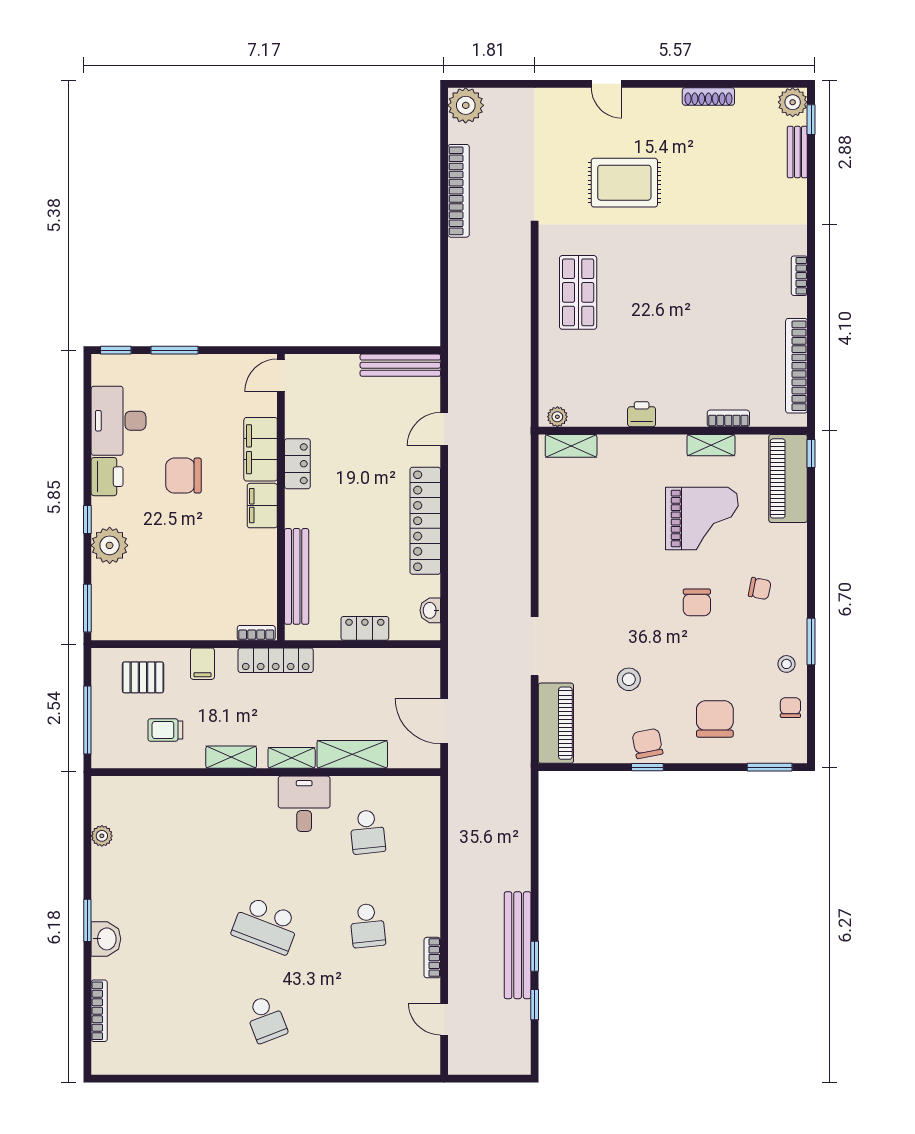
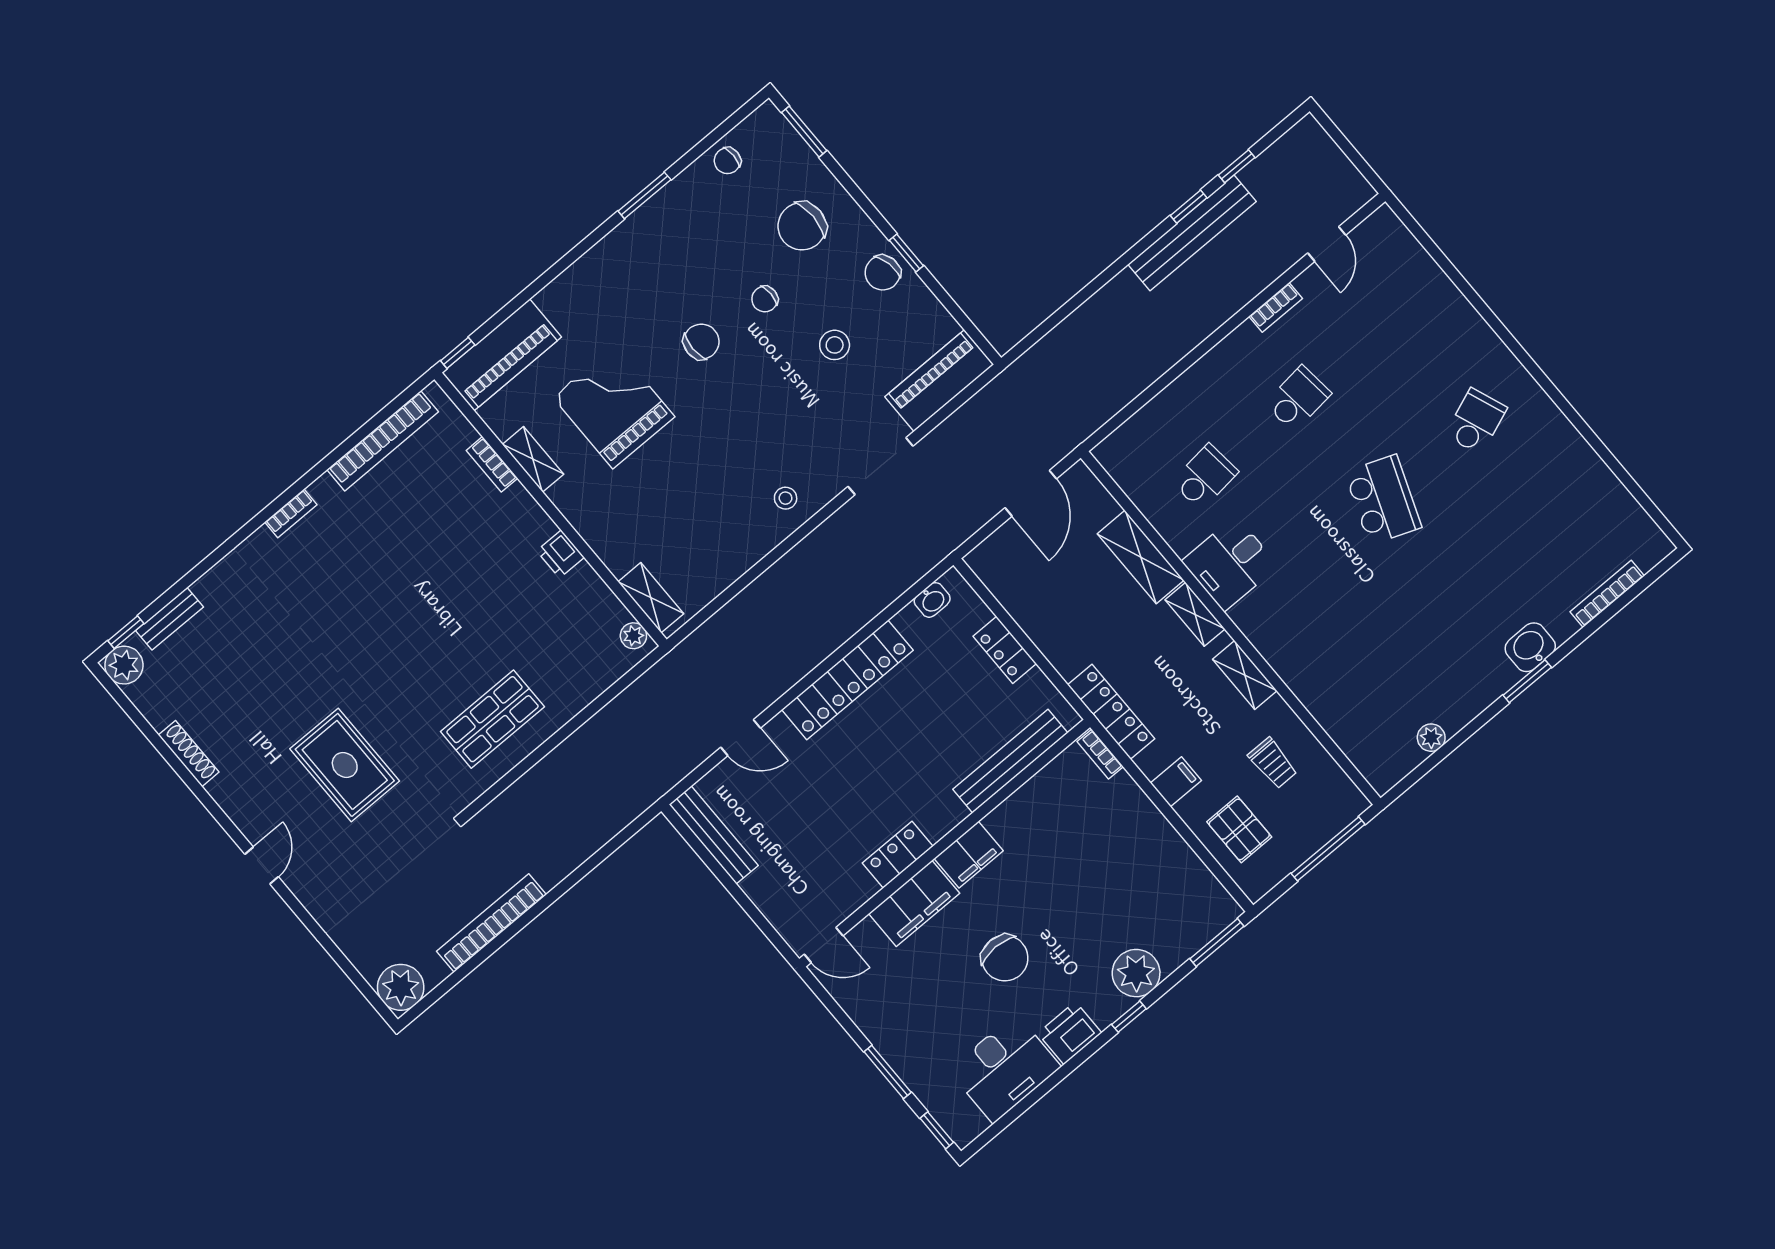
chair: (760, 589) -> (765, 299), moved, turned -101
stool: (786, 664) -> (786, 498), moved

